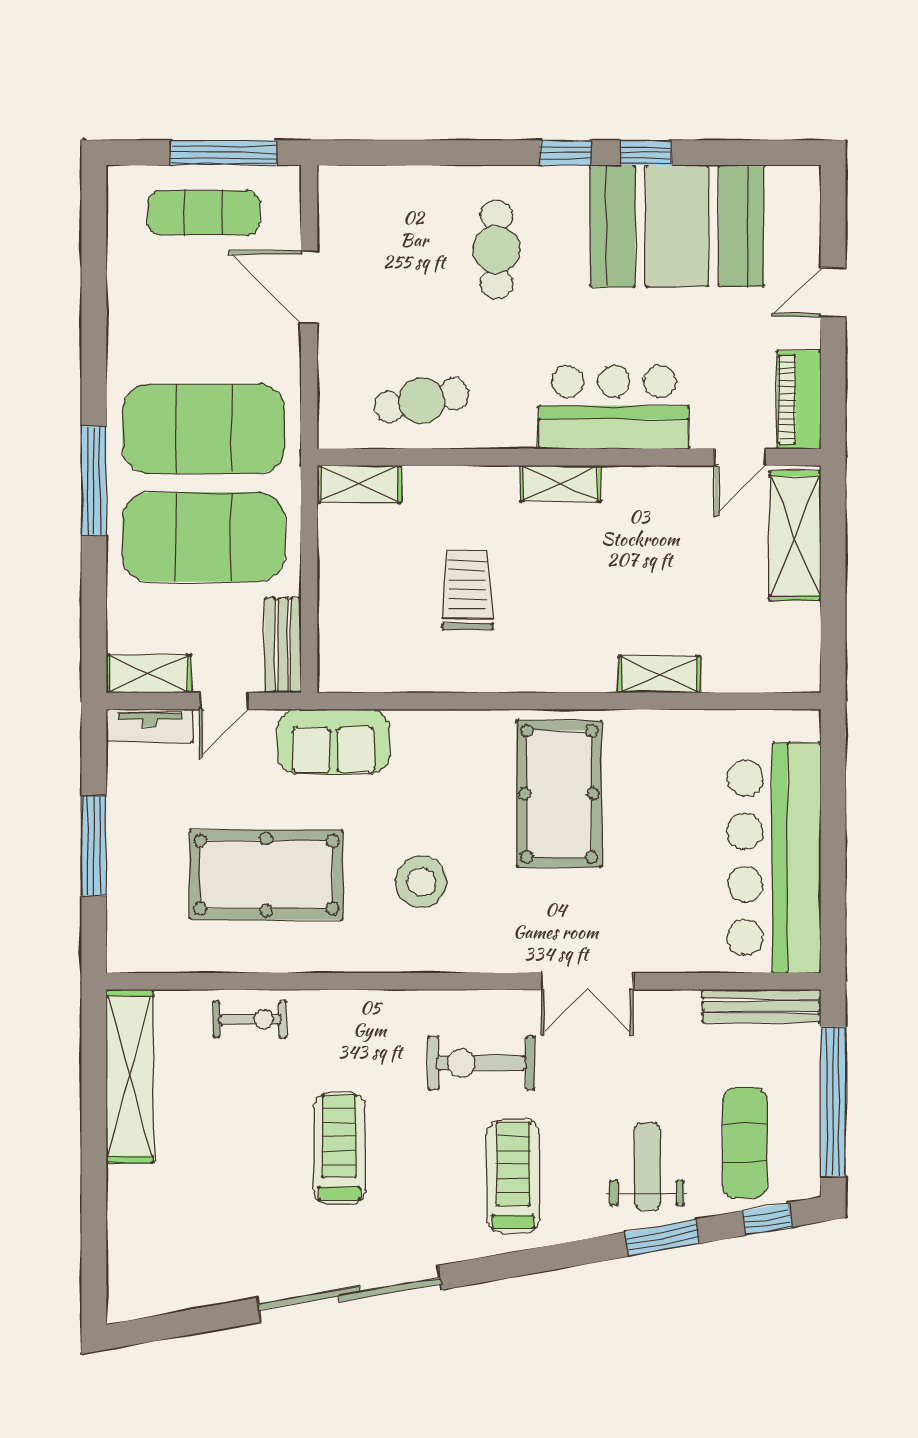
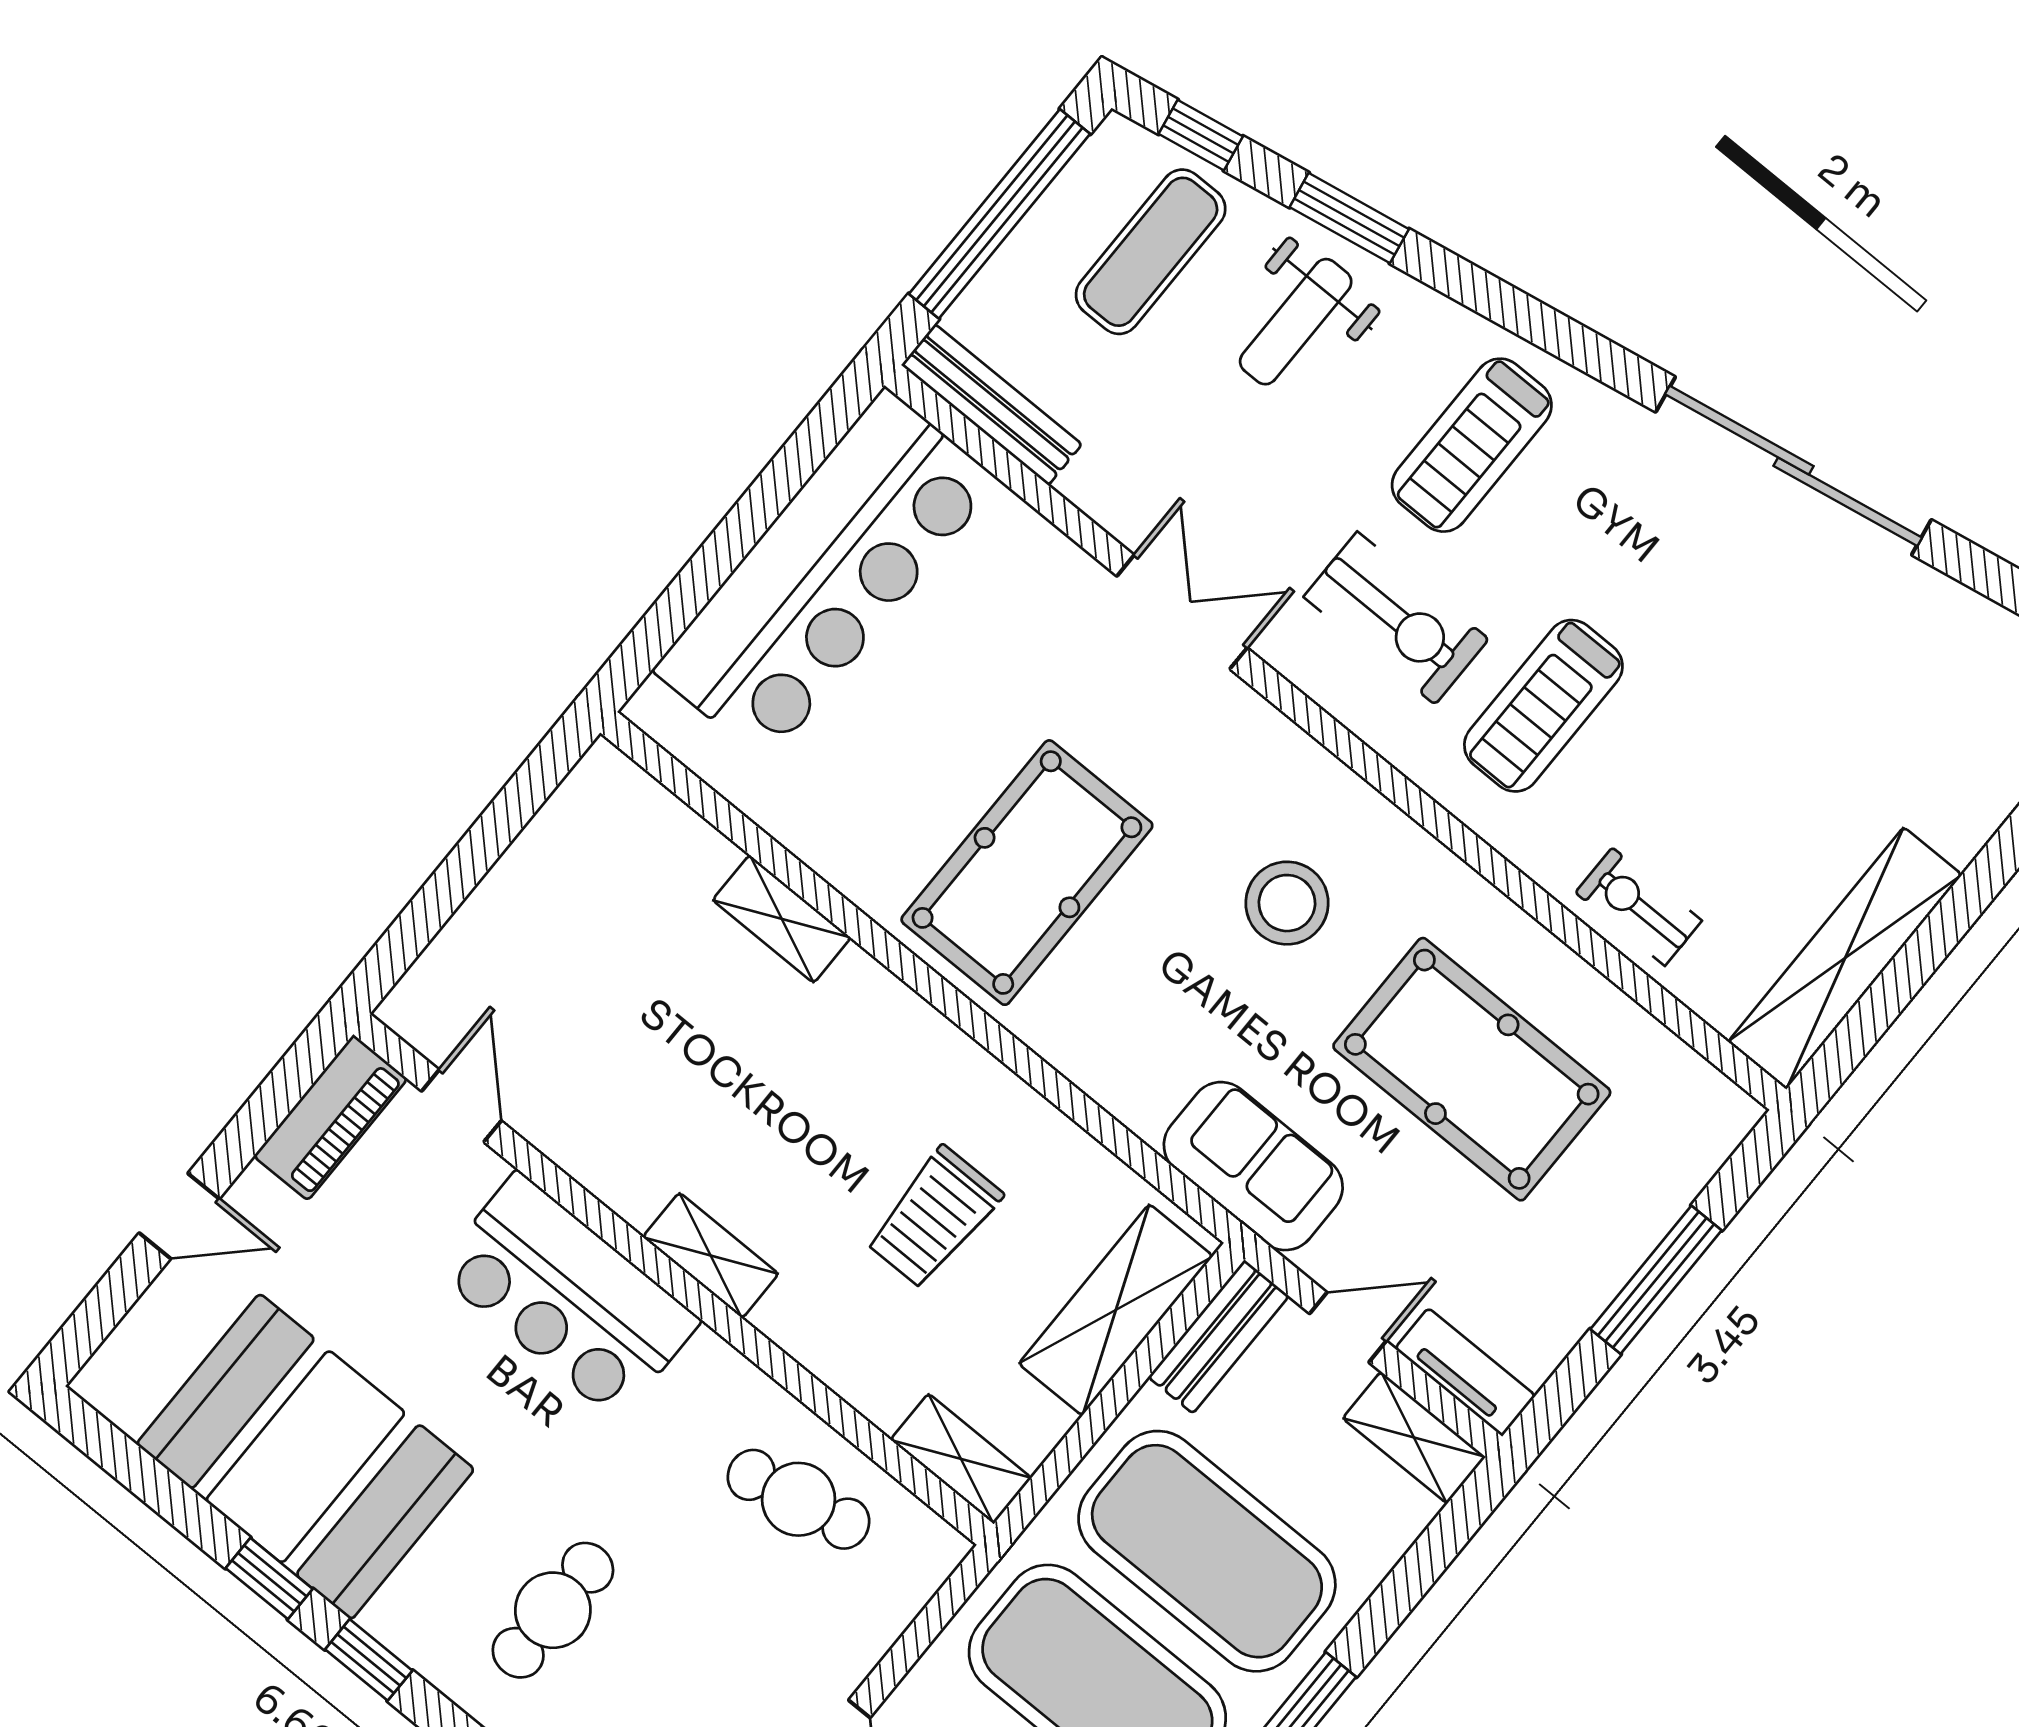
door: (740, 457) -> (462, 1106), hinge flipped
shelving: (795, 536) -> (1116, 1310), moved
treadmill: (339, 1149) -> (1543, 706), moved

